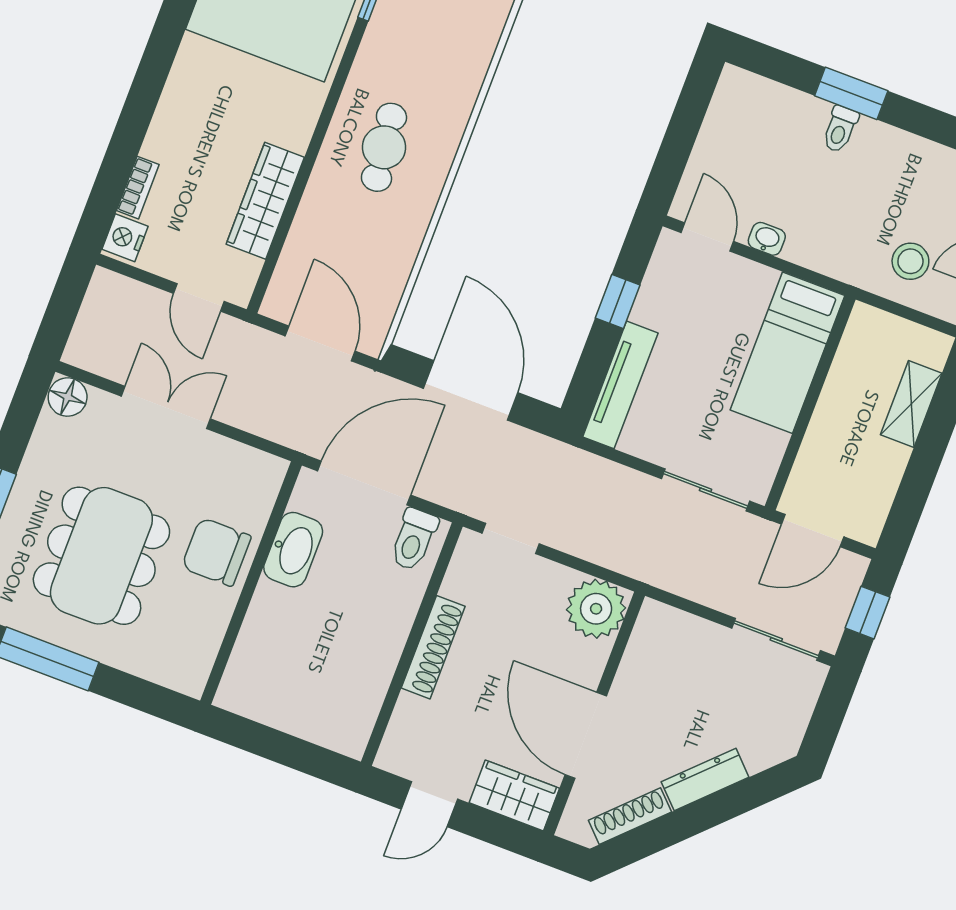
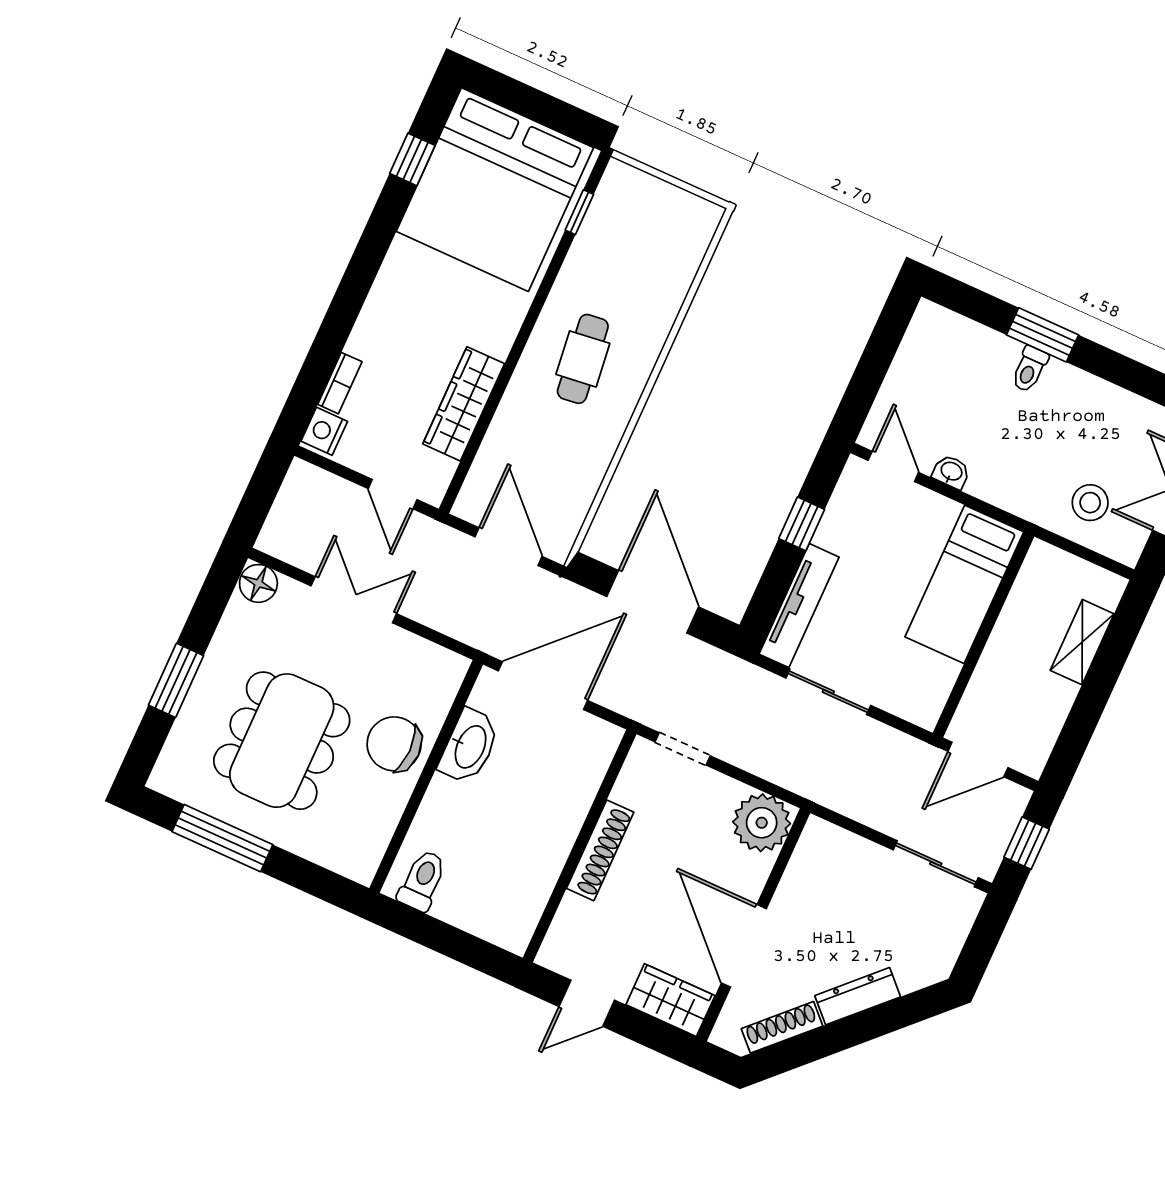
sliding door: (705, 490) -> (828, 692), moved
toilet: (414, 539) -> (422, 881), moved, turned 180

